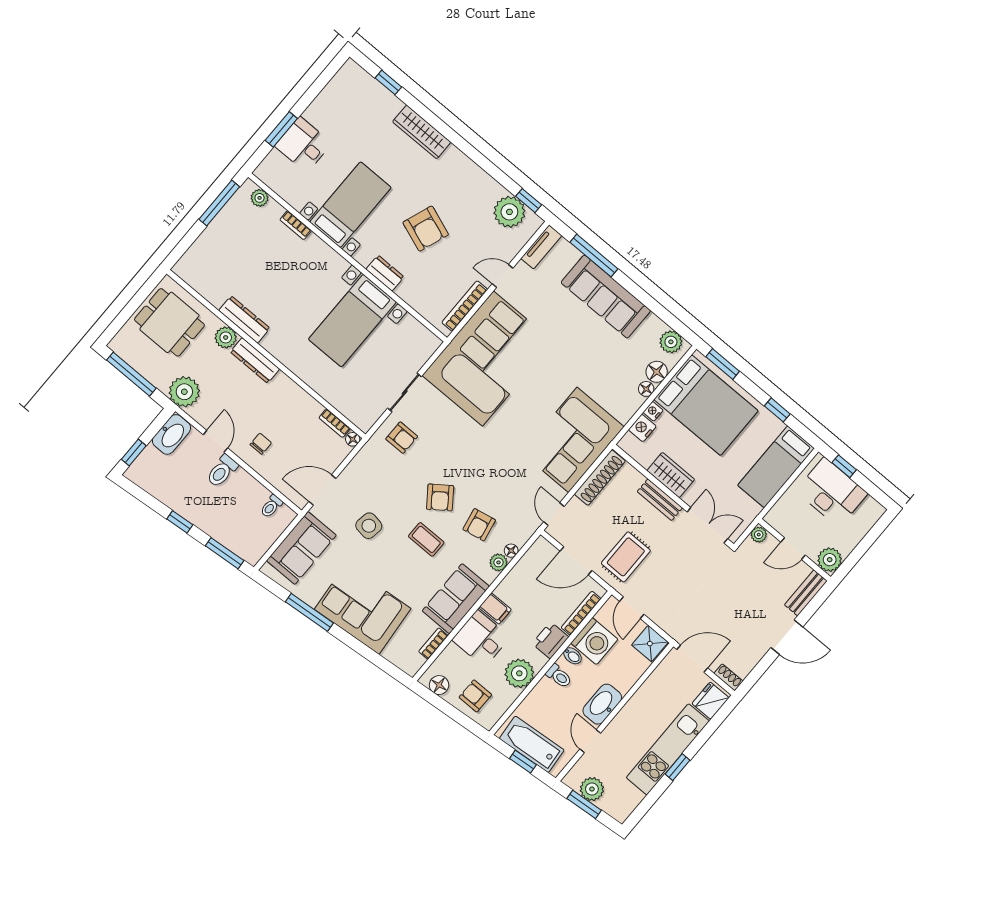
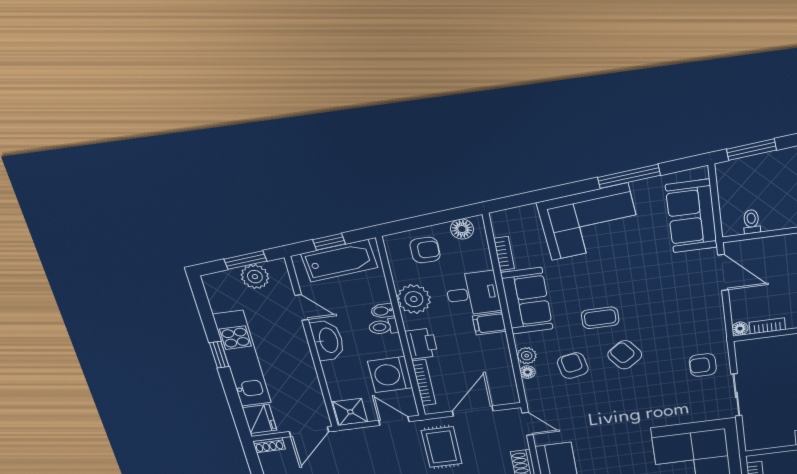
door: (322, 490) -> (723, 273), hinge flipped
side table: (369, 526) -> (656, 284), removed
bidet: (572, 656) -> (383, 311), moved

